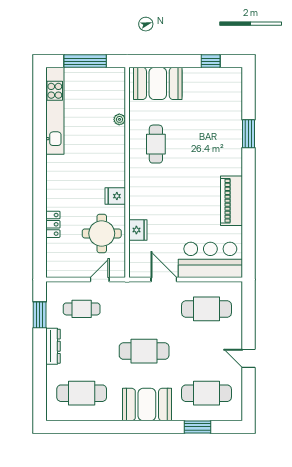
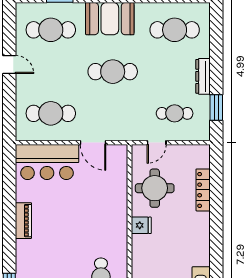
piano: (232, 201) -> (23, 221), width x0.73, depth x0.75
locker: (53, 224) -> (203, 190), width x1.53
fridge: (138, 230) -> (119, 192), removed

